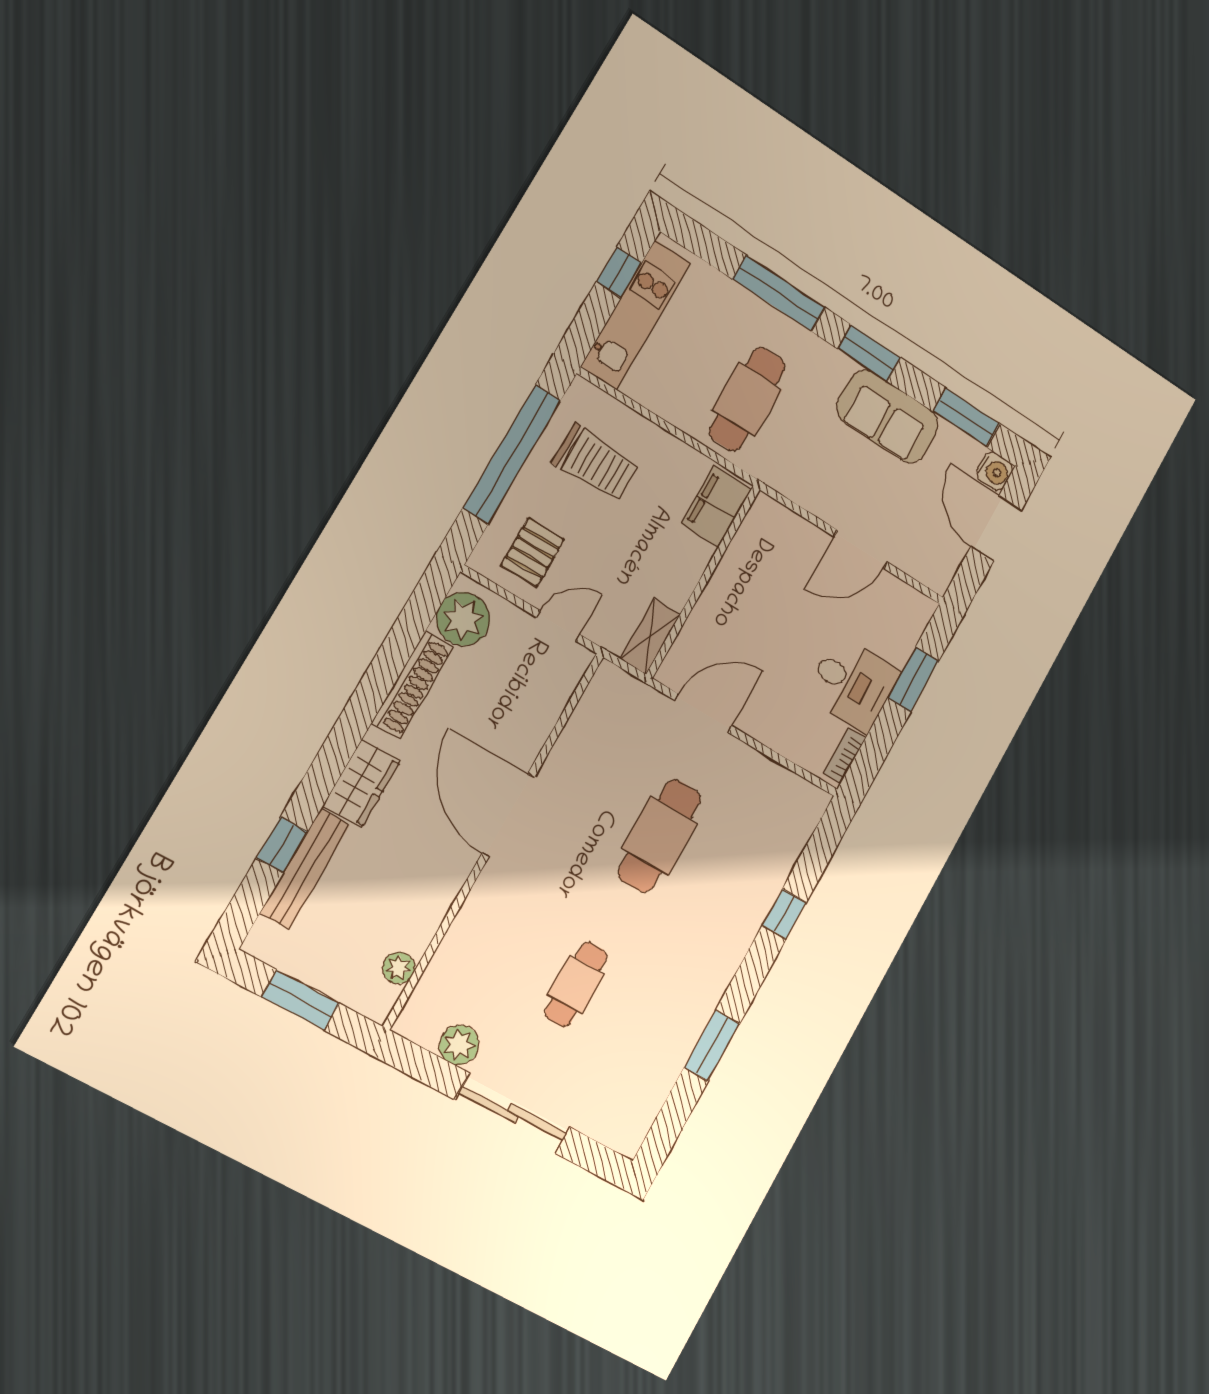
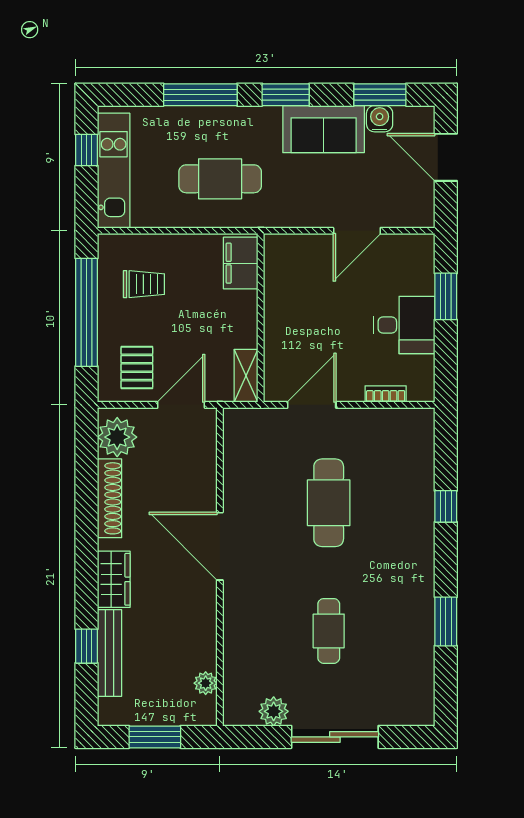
cafe table: (747, 399) -> (220, 179), turned 90
trolley: (596, 463) -> (144, 284), width x0.73, depth x0.72
water cooler: (995, 471) -> (380, 119), moved, turned -90
door: (558, 626) -> (181, 405), width x1.38
bookcase: (845, 756) -> (386, 394), moved, turned 90

